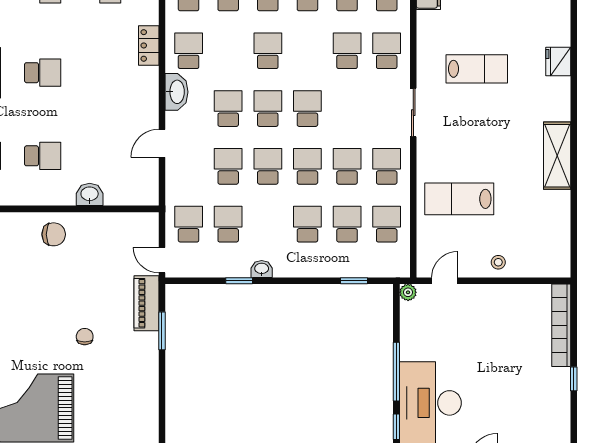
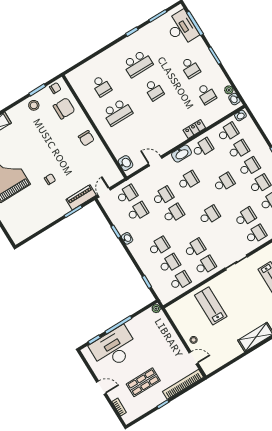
school desk: (268, 109) -> (199, 198), removed
school desk: (43, 156) -> (118, 112), width x1.85
school desk: (307, 166) -> (184, 231), removed
washbasin: (90, 194) -> (126, 163), moved
door: (445, 281) -> (194, 358), moved
shop shelf: (517, 389) -> (143, 382), added

